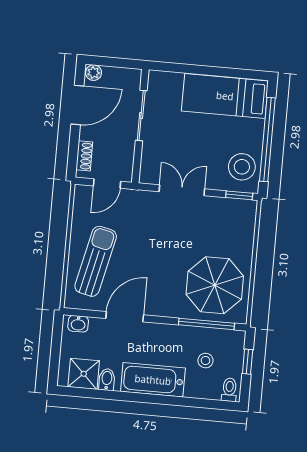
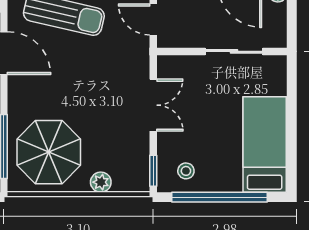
stool: (242, 167) -> (186, 171), width x0.53, depth x0.53
plant: (245, 242) -> (101, 182), added

